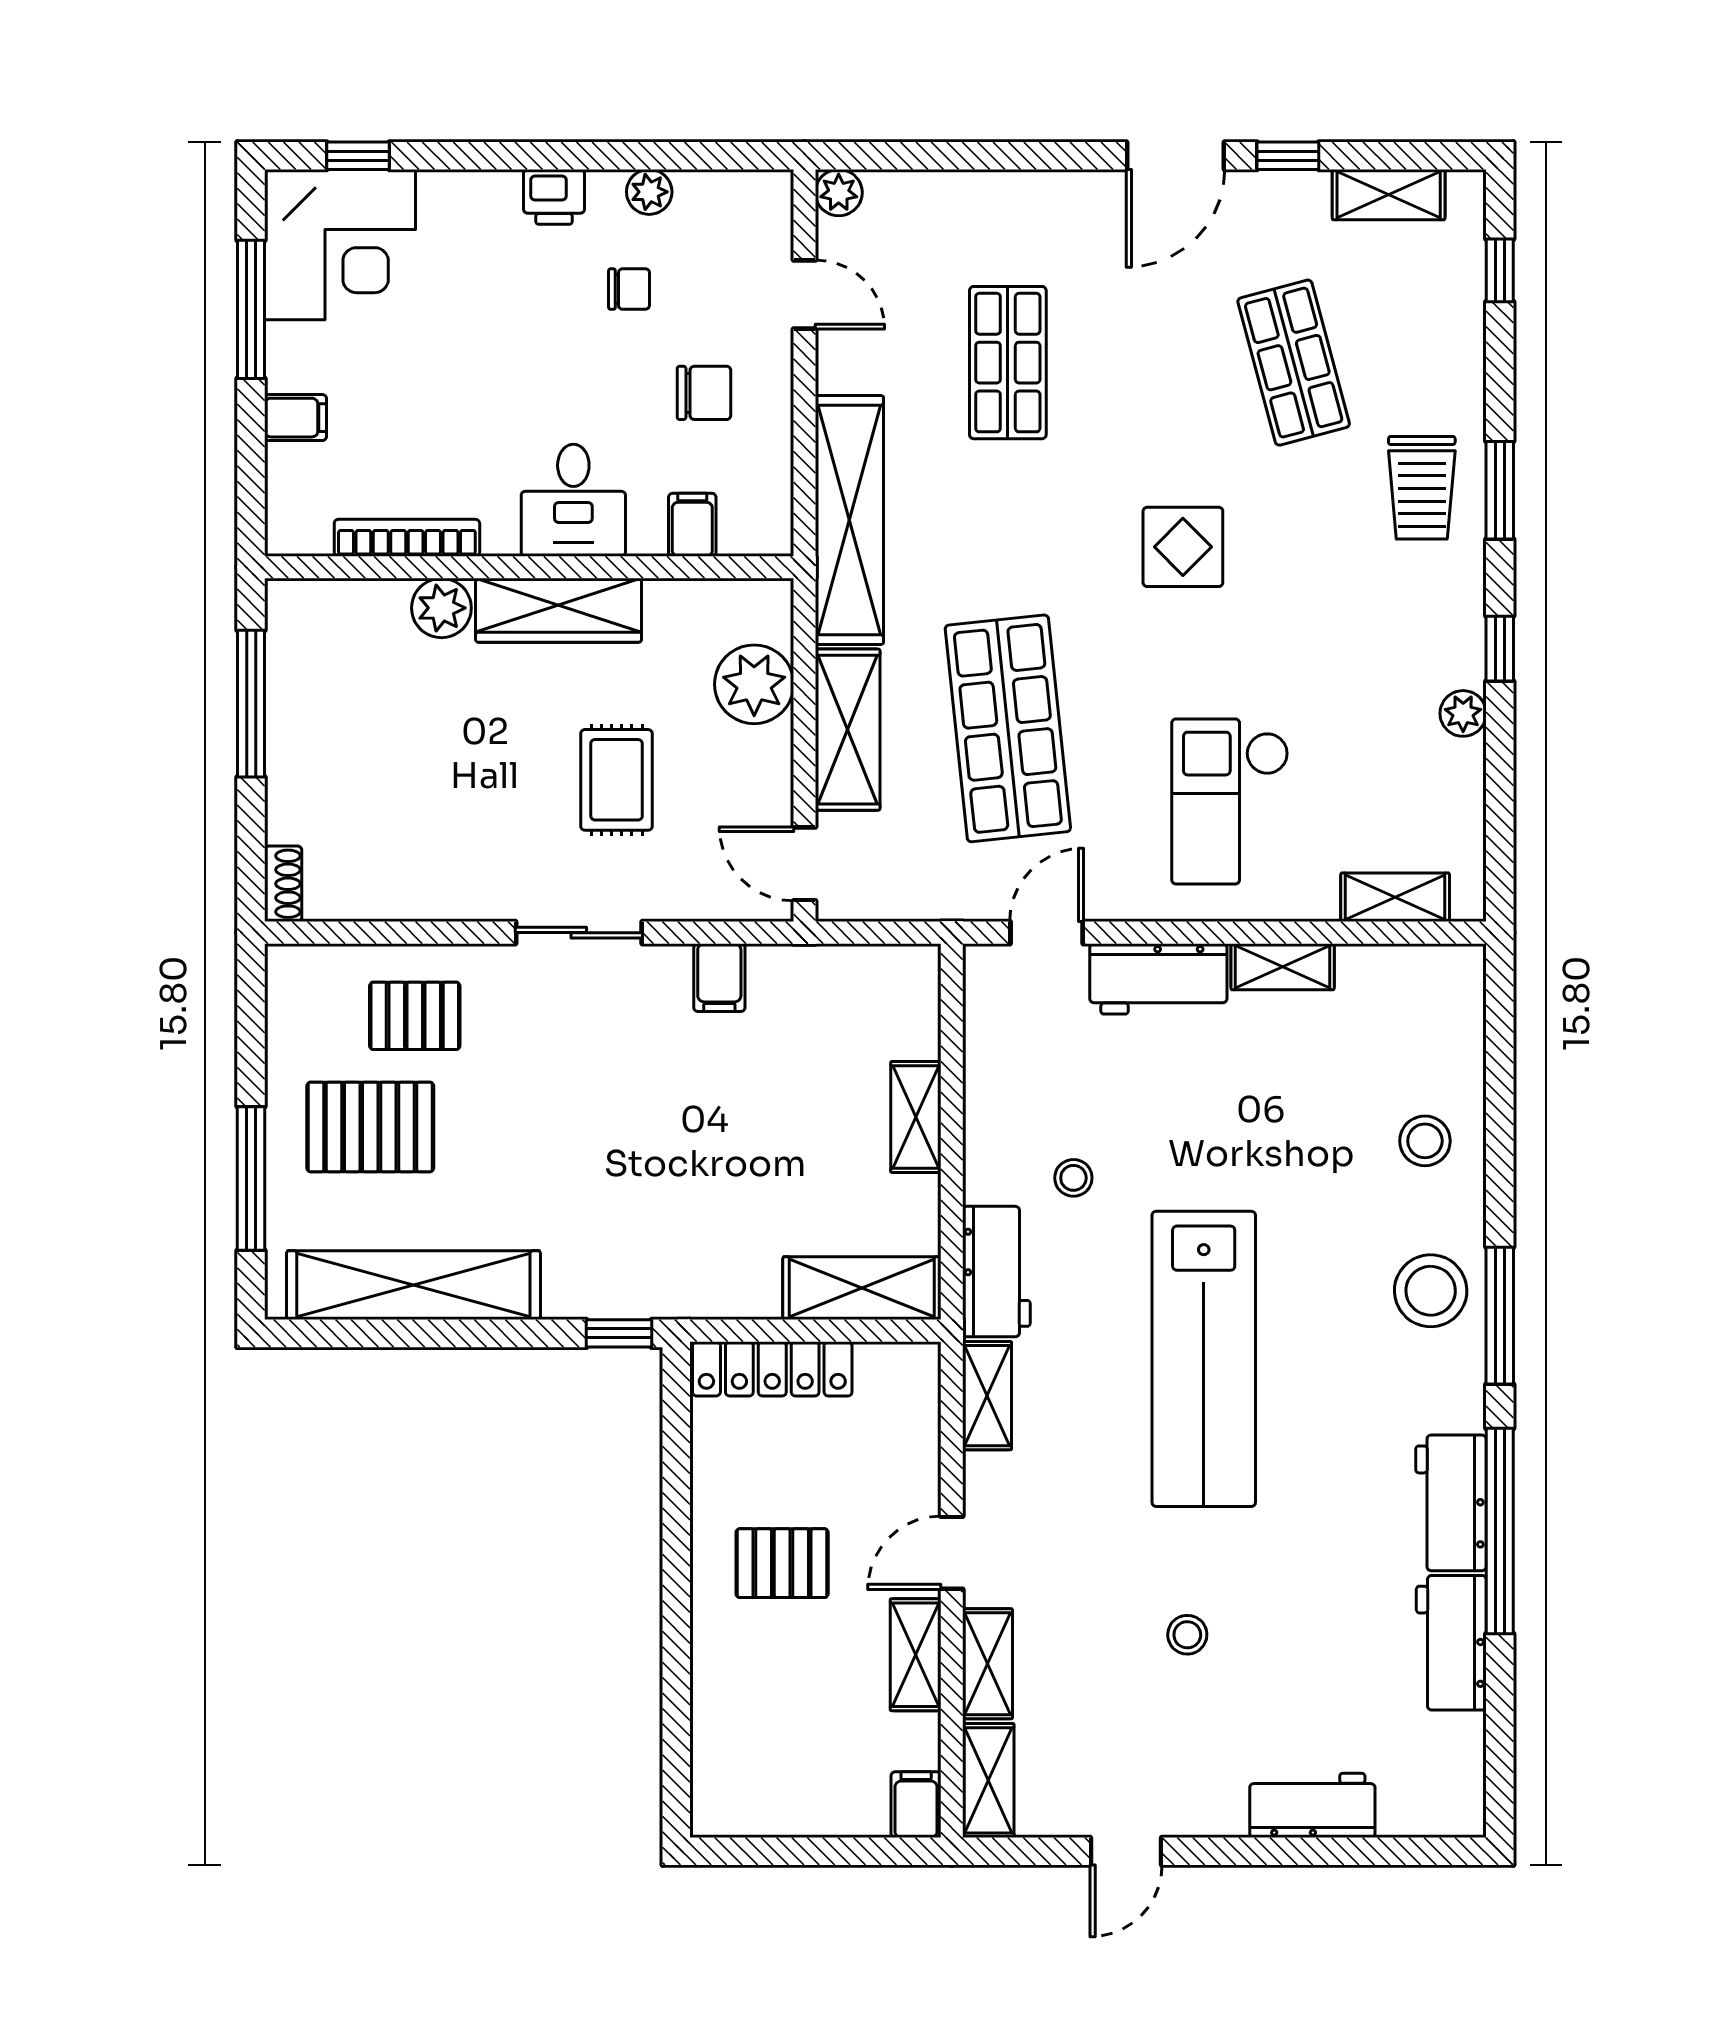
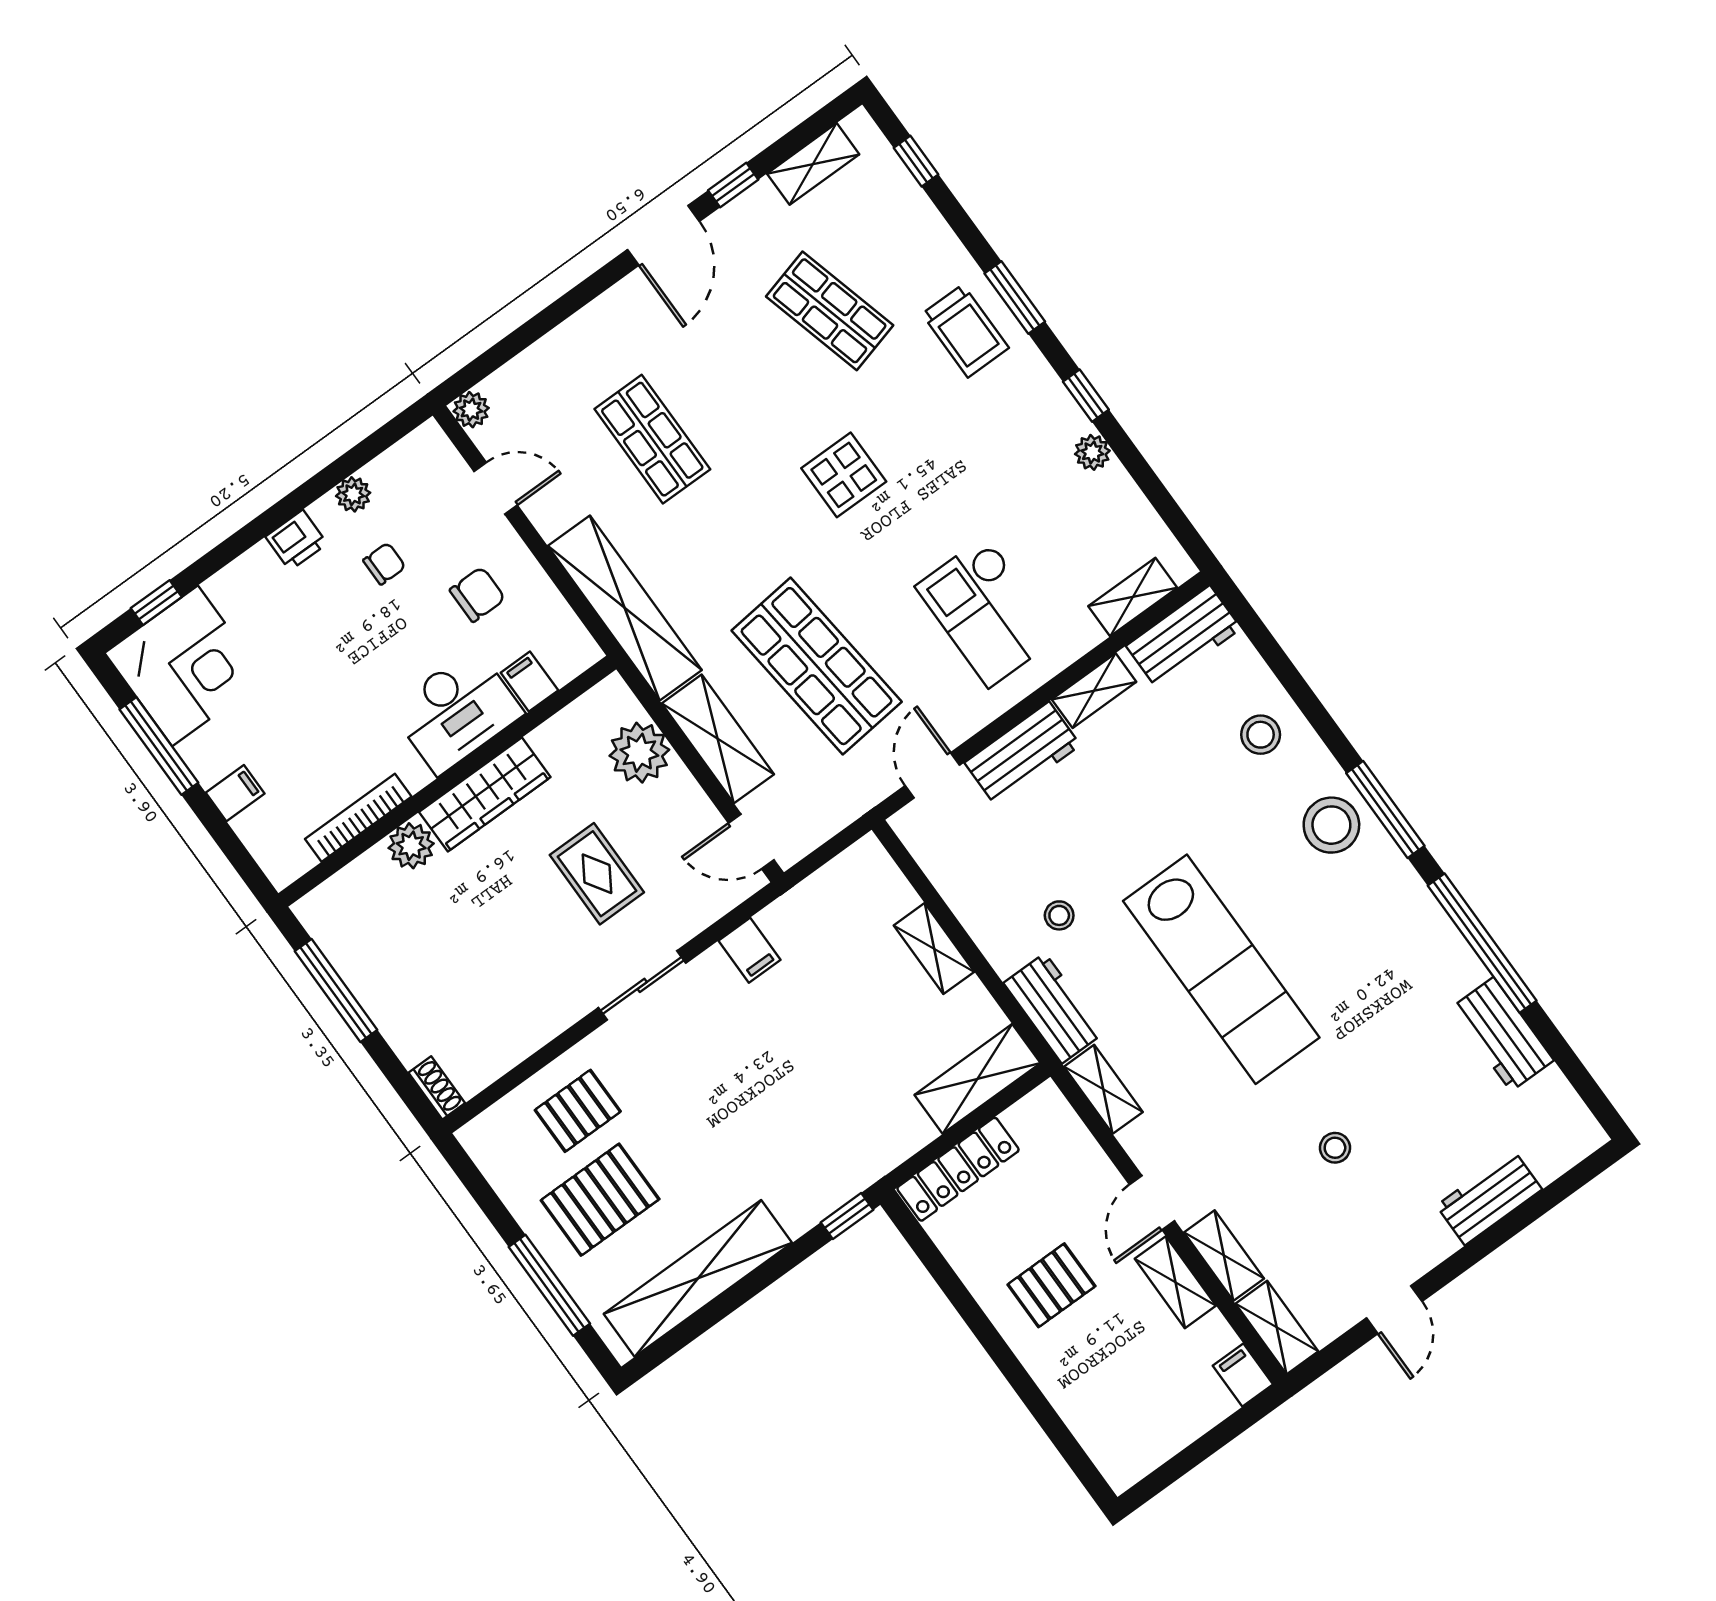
desk: (573, 500) -> (457, 711), width x1.37
workbench: (1451, 1503) -> (1183, 637), moved, turned -90

